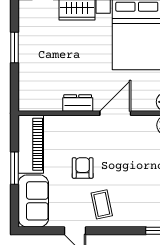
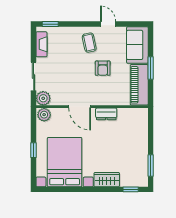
window: (15, 47) -> (151, 166), moved
door: (115, 113) -> (80, 107), hinge flipped

